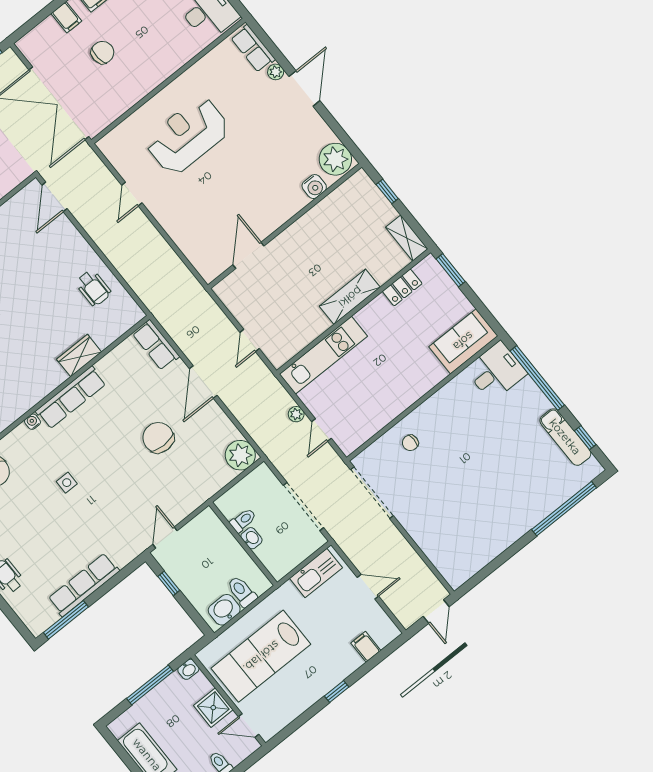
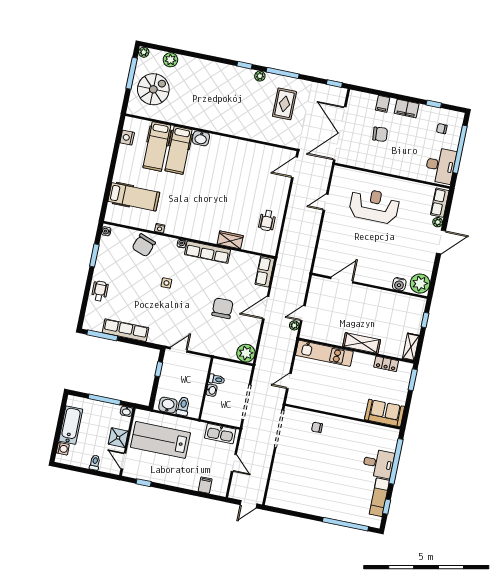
desk: (496, 371) -> (378, 463), moved
plant: (296, 414) -> (294, 325), moved
window: (337, 692) -> (144, 483), moved

